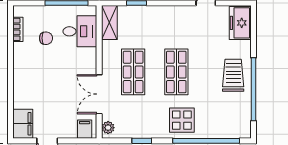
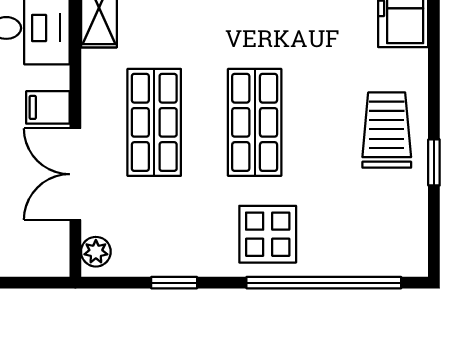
window: (253, 89) -> (434, 162), width x0.32
filing cabinet: (85, 129) -> (48, 107), moved, turned -90

